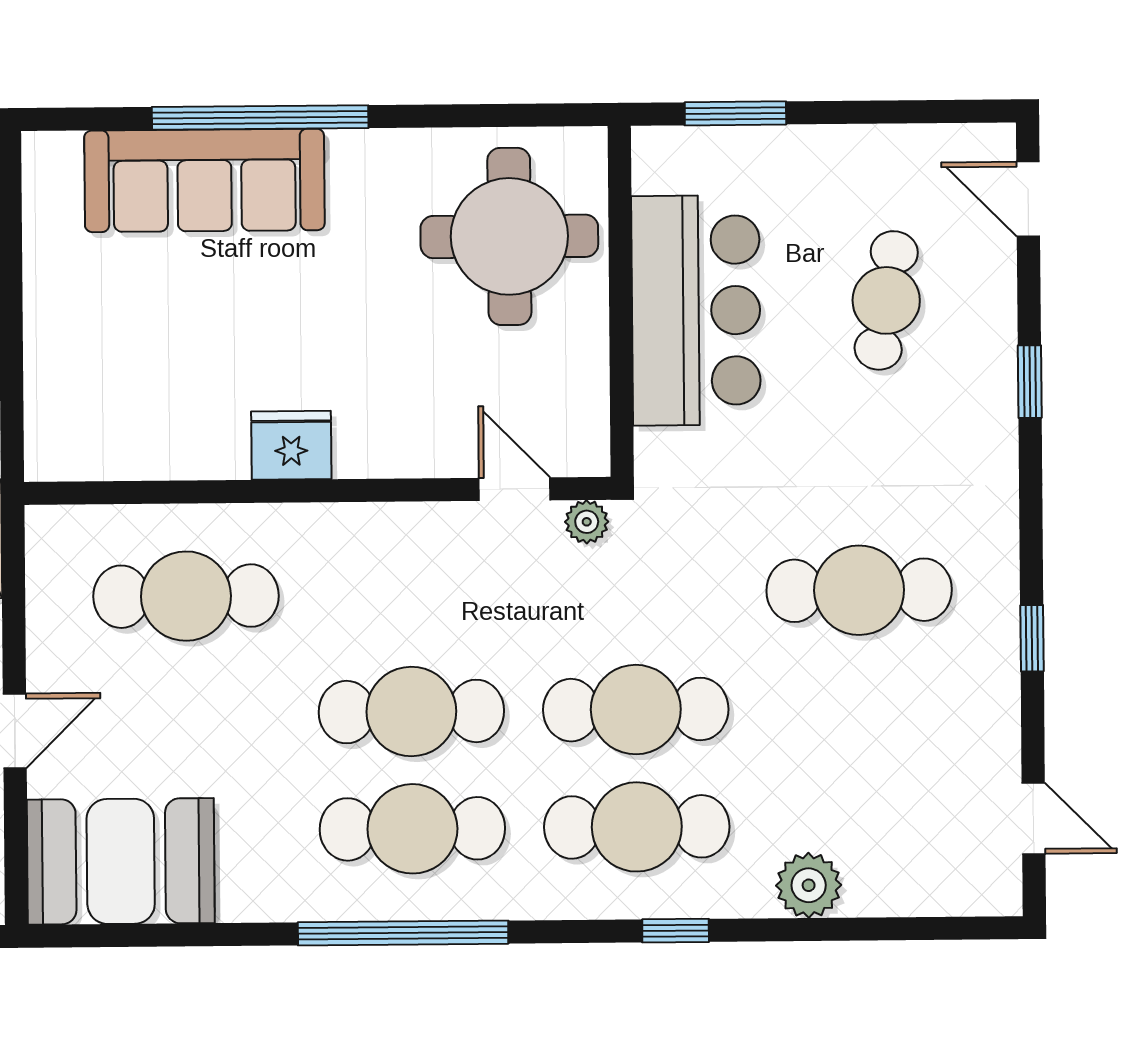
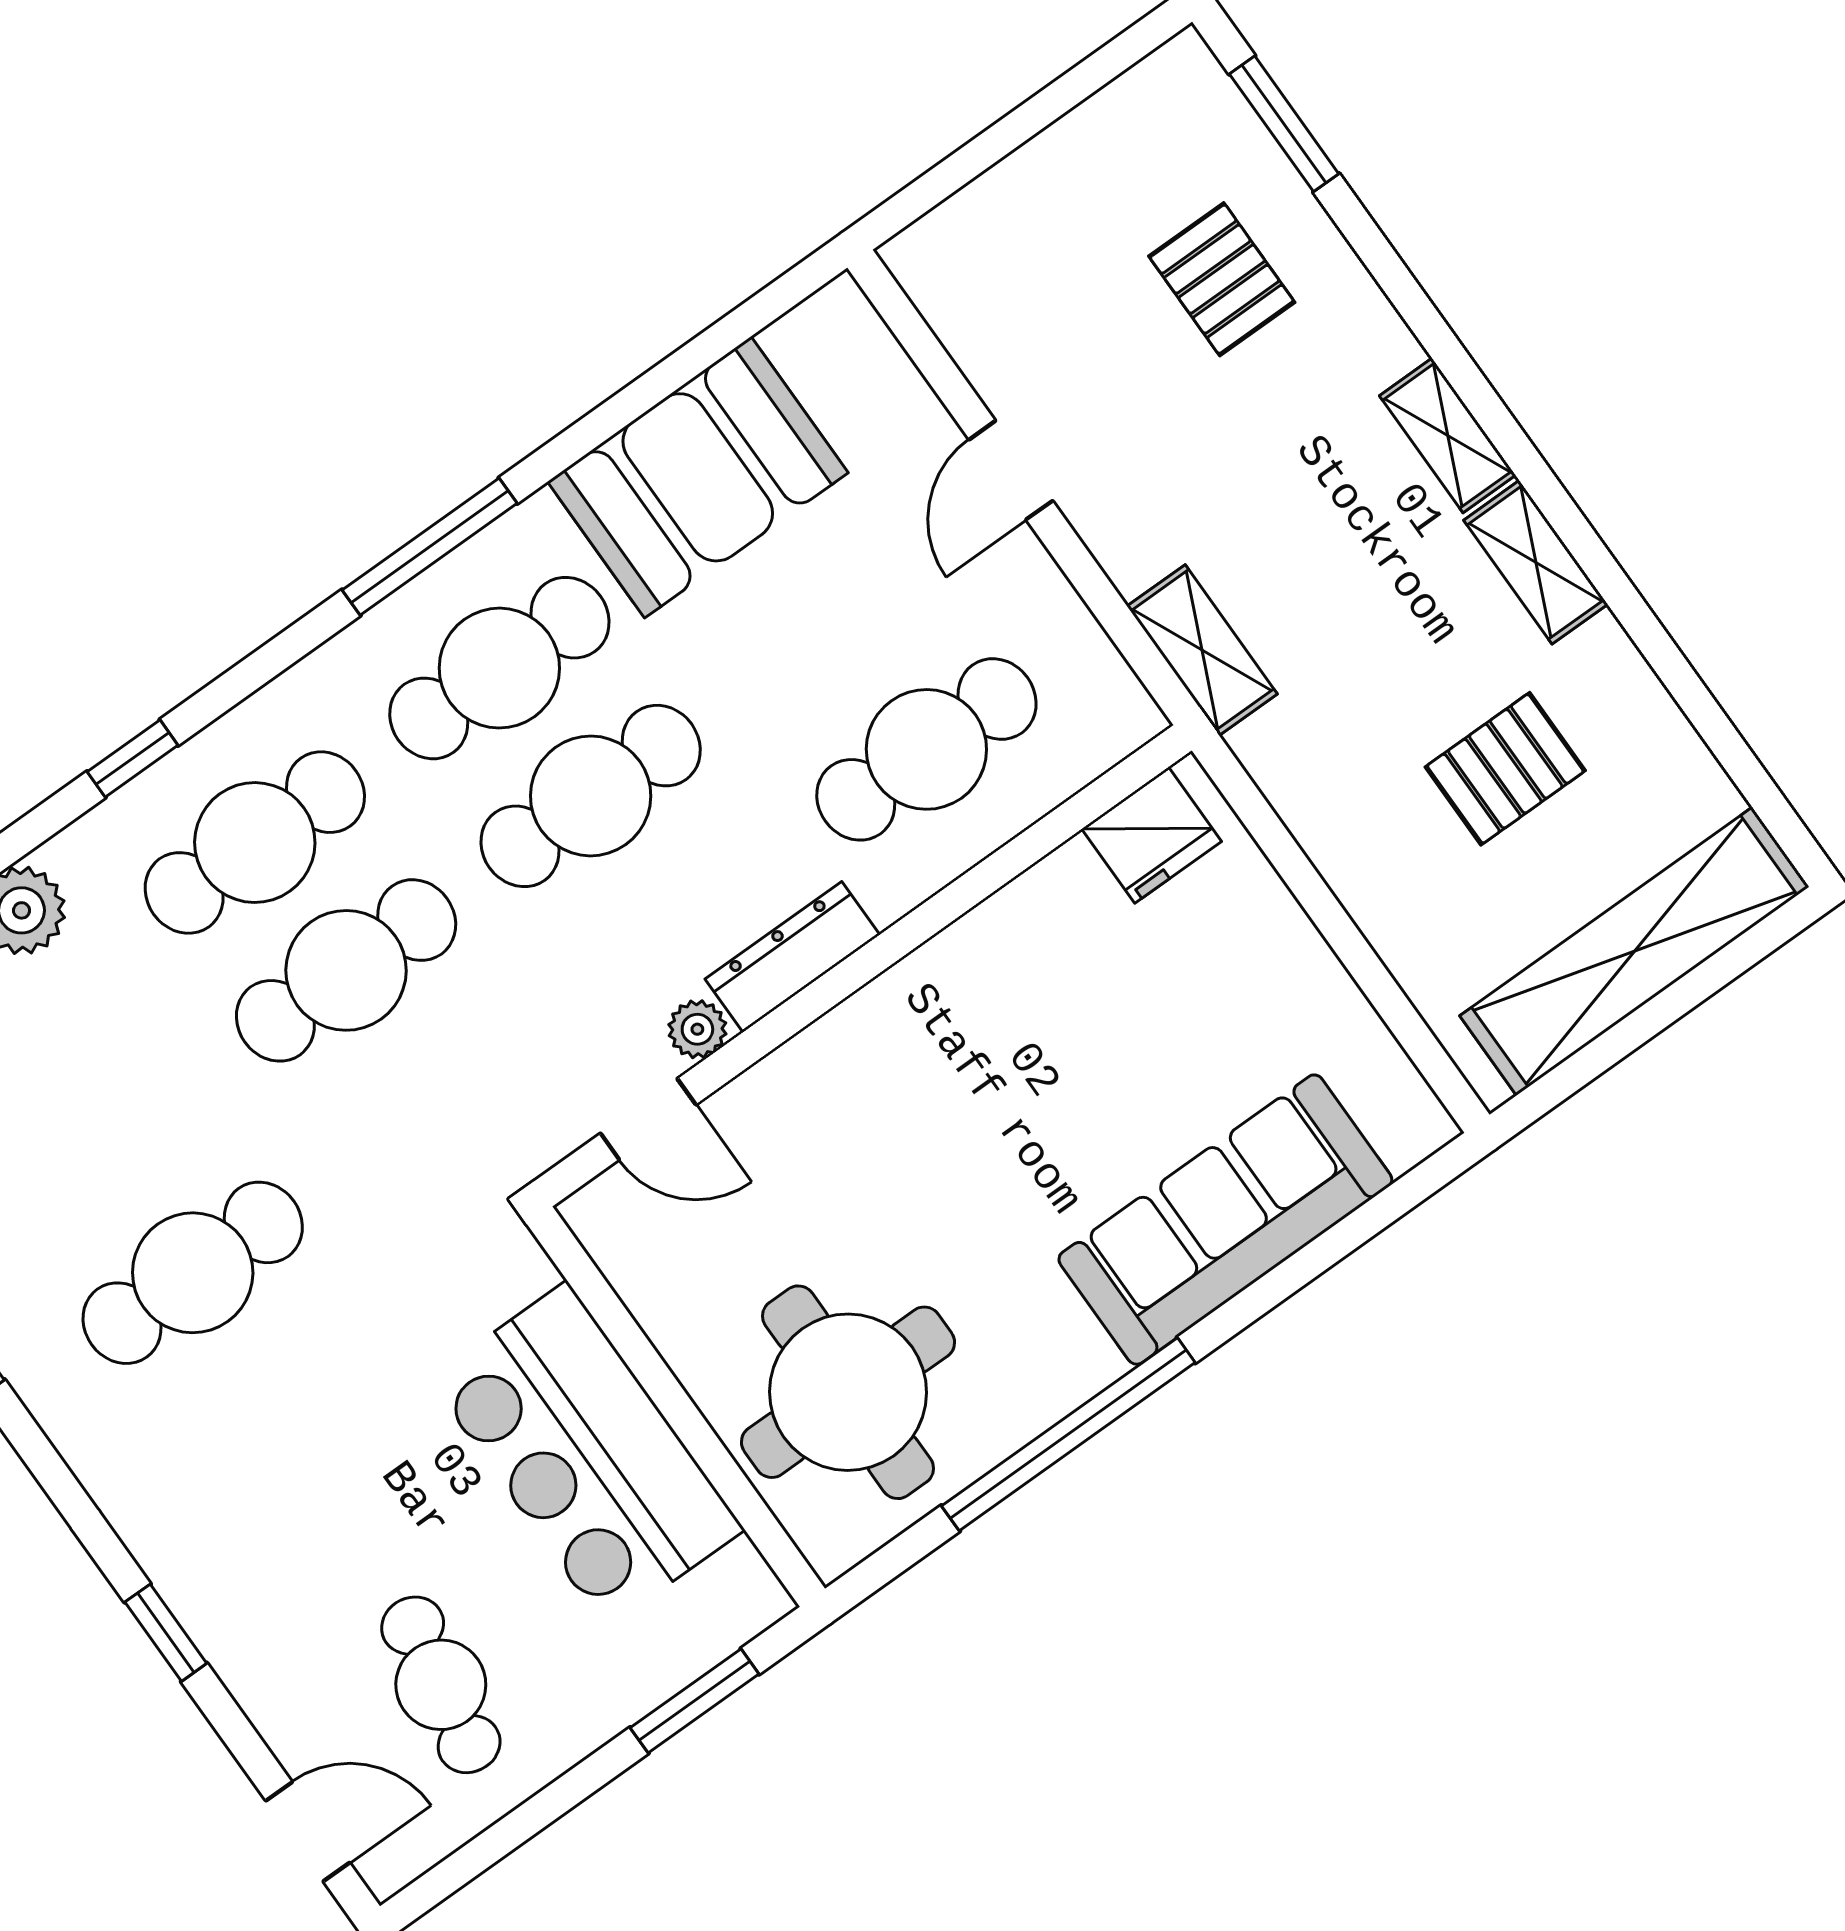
window: (260, 118) -> (1068, 1434), moved
cafe table: (886, 300) -> (441, 1685), moved
fridge: (291, 445) -> (1152, 835), moved
plant: (587, 522) -> (697, 1029), moved
dresser: (357, 527) -> (792, 957), added
booth: (121, 861) -> (698, 477), moved
window: (403, 933) -> (430, 547), width x0.68

